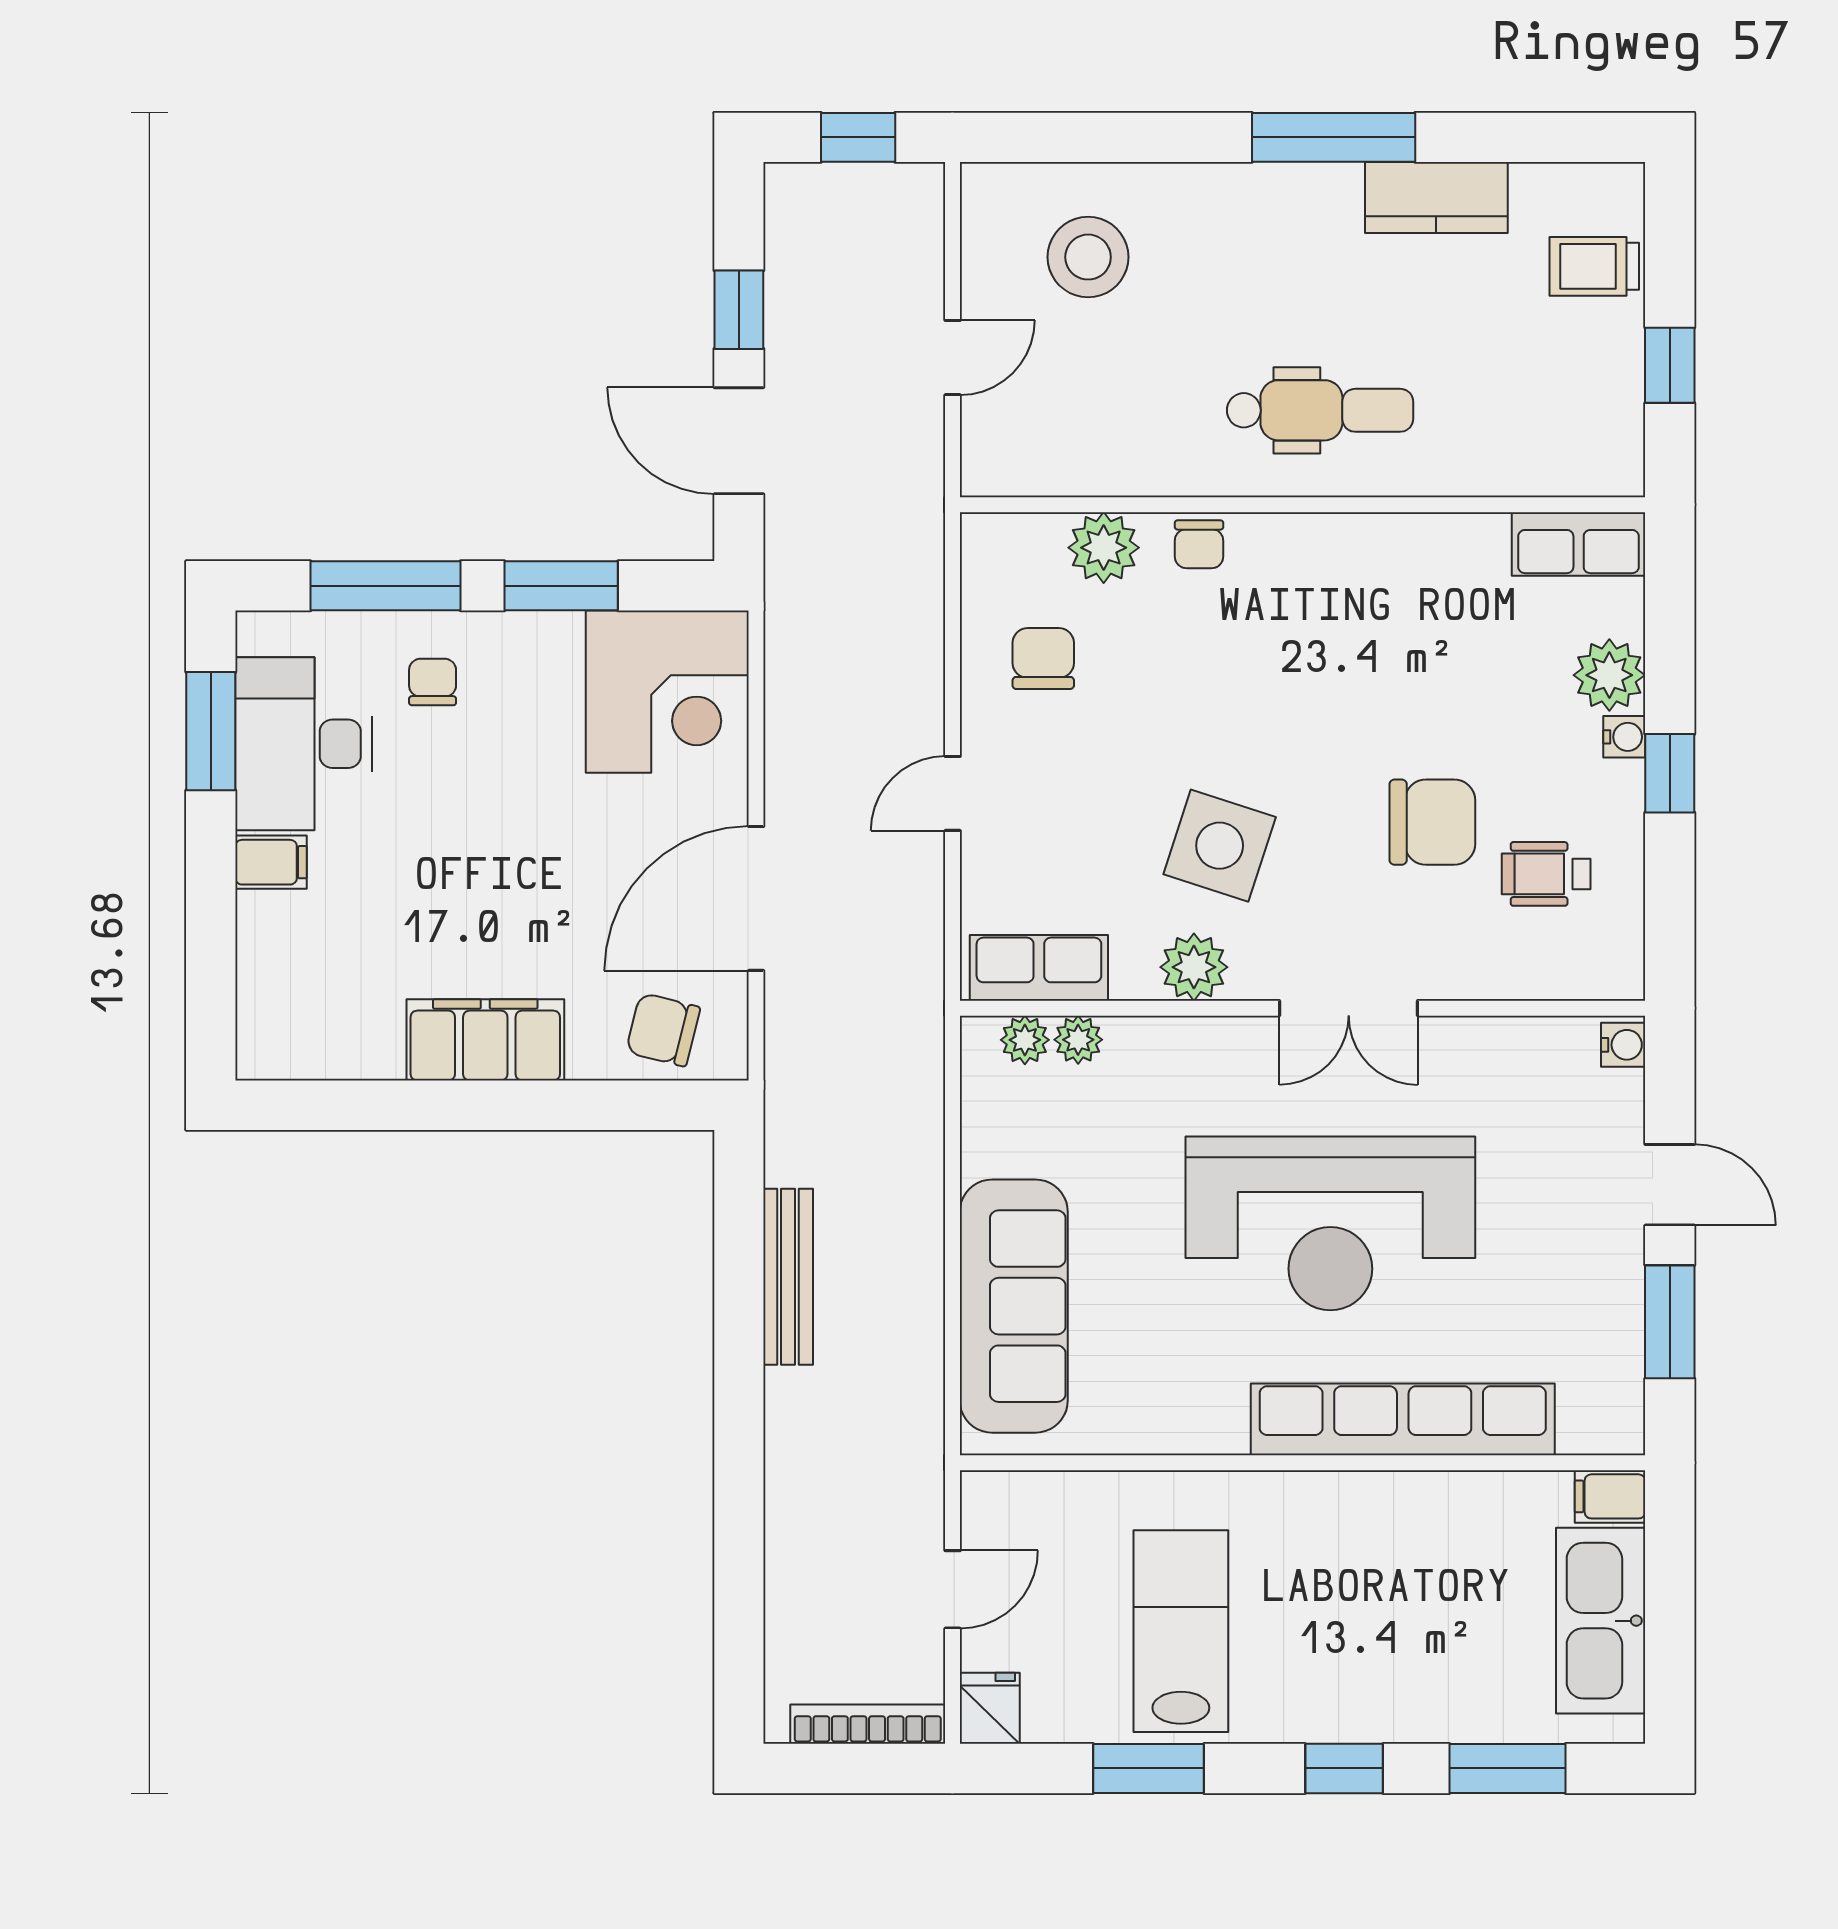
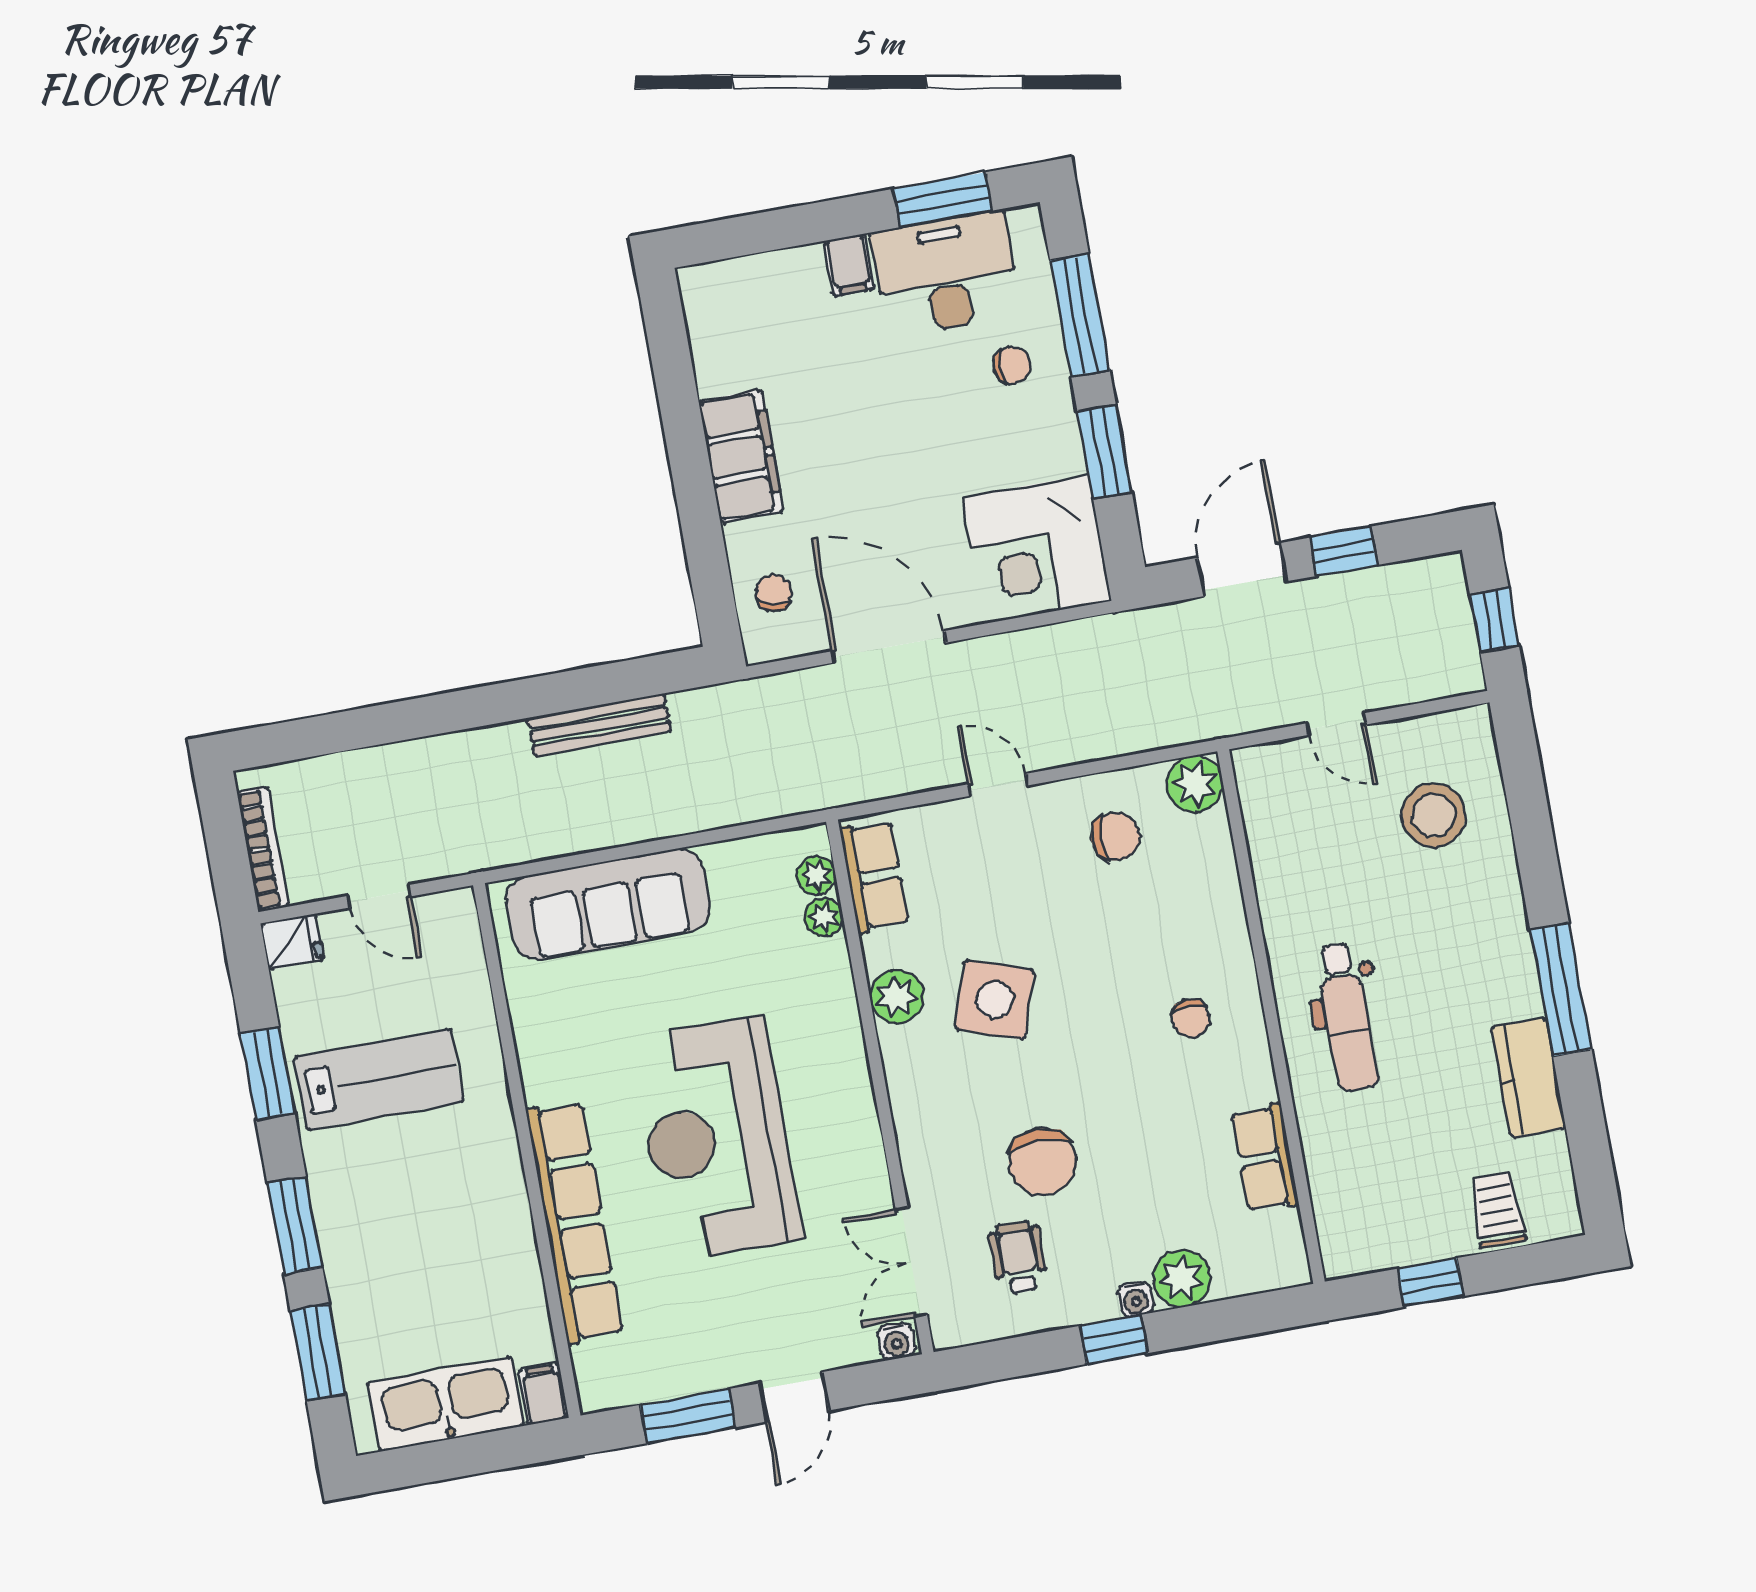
chair: (1199, 544) -> (1191, 1018), moved, turned -90
row of seats: (1579, 544) -> (1265, 1158), moved
plant: (1104, 548) -> (1195, 784), moved
double door: (1349, 1008) -> (911, 1262), moved
chair: (663, 1030) -> (774, 593), width x0.73, depth x0.73
window: (1344, 1768) -> (295, 1225), width x1.50

